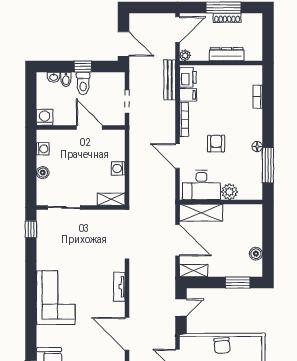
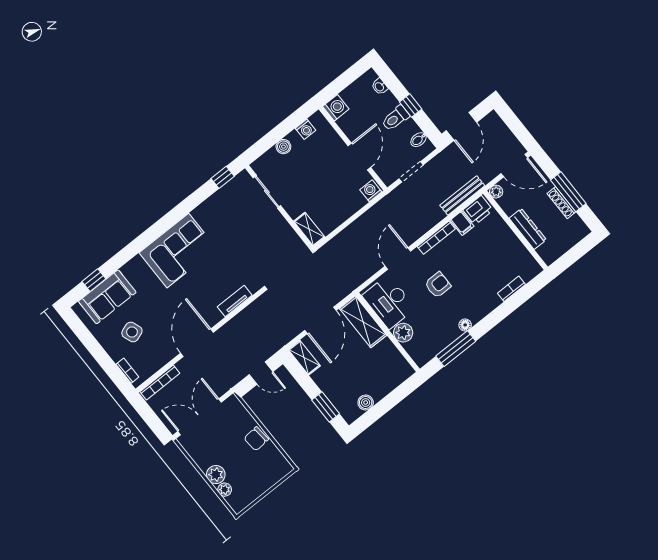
bidet: (66, 79) -> (419, 140), moved
washing machine: (118, 168) -> (371, 191), moved

